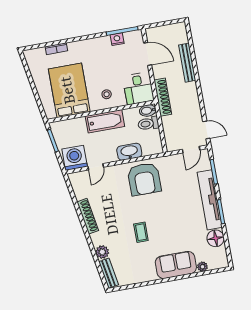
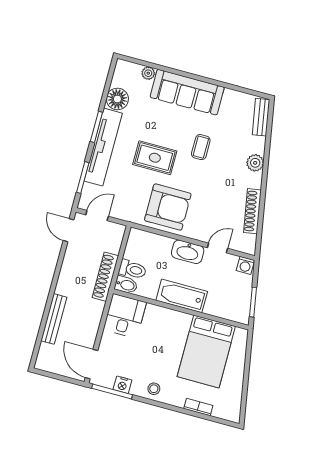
door: (148, 54) -> (91, 364), moved
stool: (107, 94) -> (154, 389), moved
shoe rack: (163, 97) -> (105, 277), moved
washbasin: (129, 152) -> (188, 252), moved
washing machine: (75, 158) -> (245, 265), width x0.53, depth x0.53
armchair: (144, 179) -> (168, 207), turned 90
rug: (170, 209) -> (155, 158), added
shoe rack: (88, 216) -> (252, 211), moved
plant: (102, 252) -> (255, 163), moved
sofa: (176, 265) -> (187, 92), width x1.36

